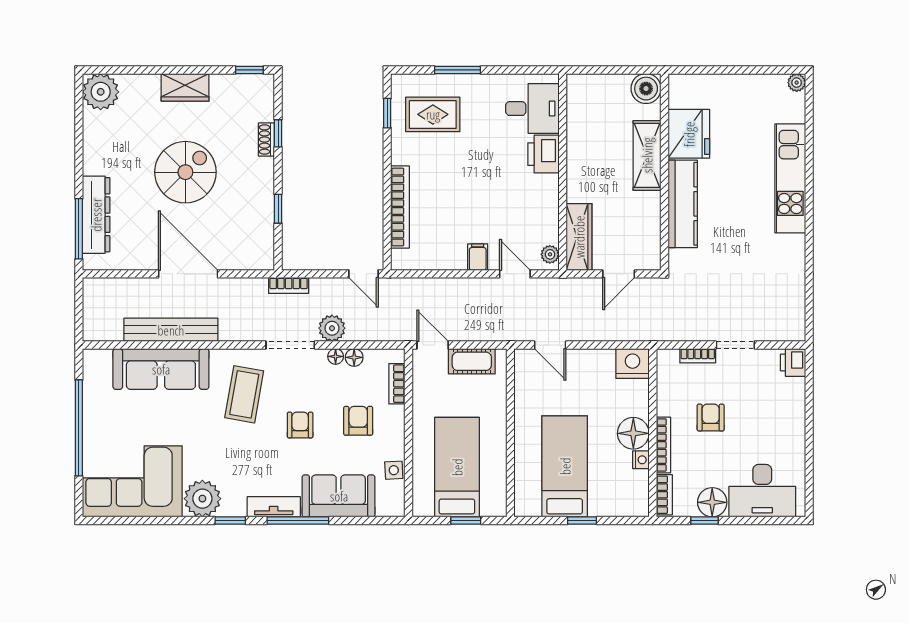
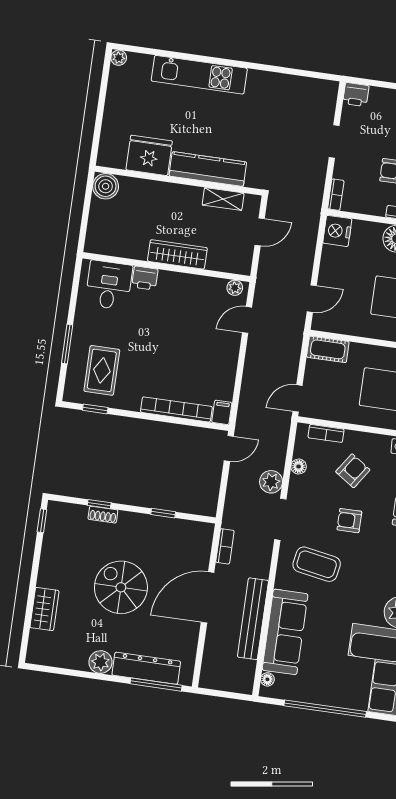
wardrobe: (185, 87) -> (44, 609), moved
plant: (101, 92) -> (100, 662), moved, width x0.73, depth x0.73
printer: (543, 154) -> (145, 278), width x0.73, depth x0.81
shelving: (647, 155) -> (223, 199), moved, width x0.67, depth x0.75
wardrobe: (579, 237) -> (177, 254), moved
filing cabinet: (478, 257) -> (222, 412), moved, turned 90
door: (619, 274) -> (260, 232), hinge flipped
bookcase: (289, 285) -> (225, 546), moved
floor lamp: (336, 356) -> (267, 679), moved
bookcase: (698, 356) -> (336, 195), moved
cot: (472, 361) -> (328, 349), moved, turned 90
armchair: (358, 421) -> (353, 471), turned 124

